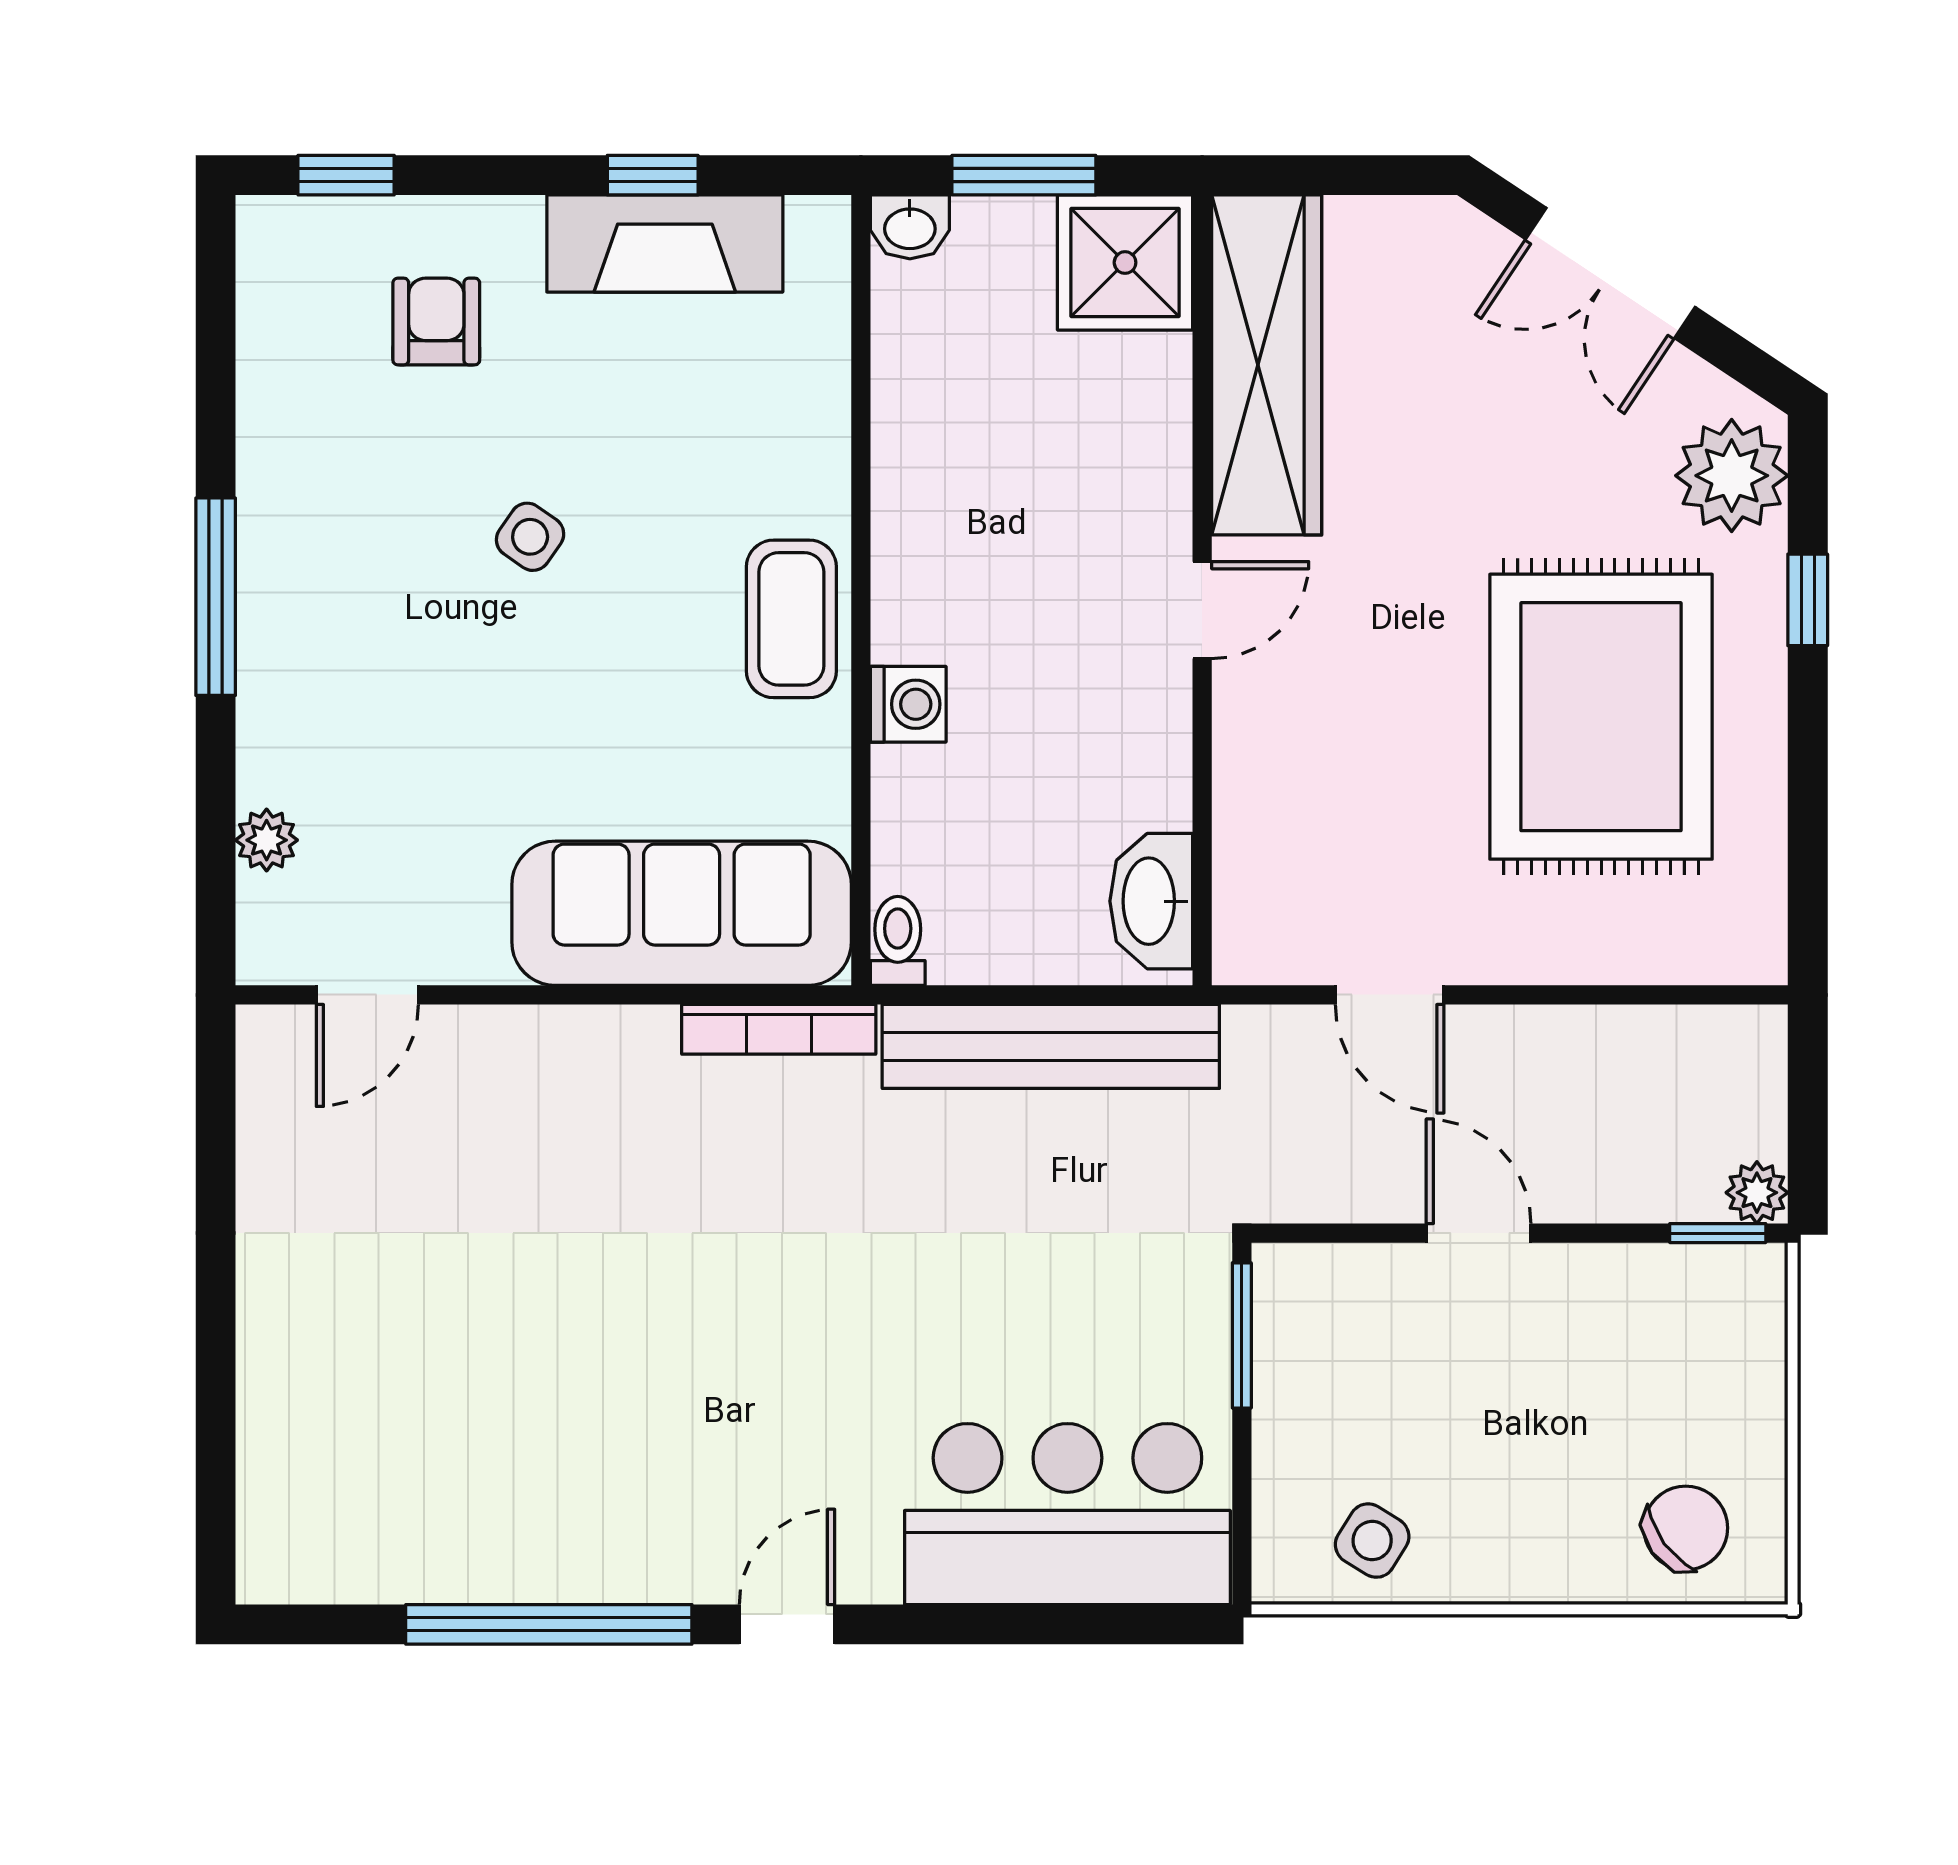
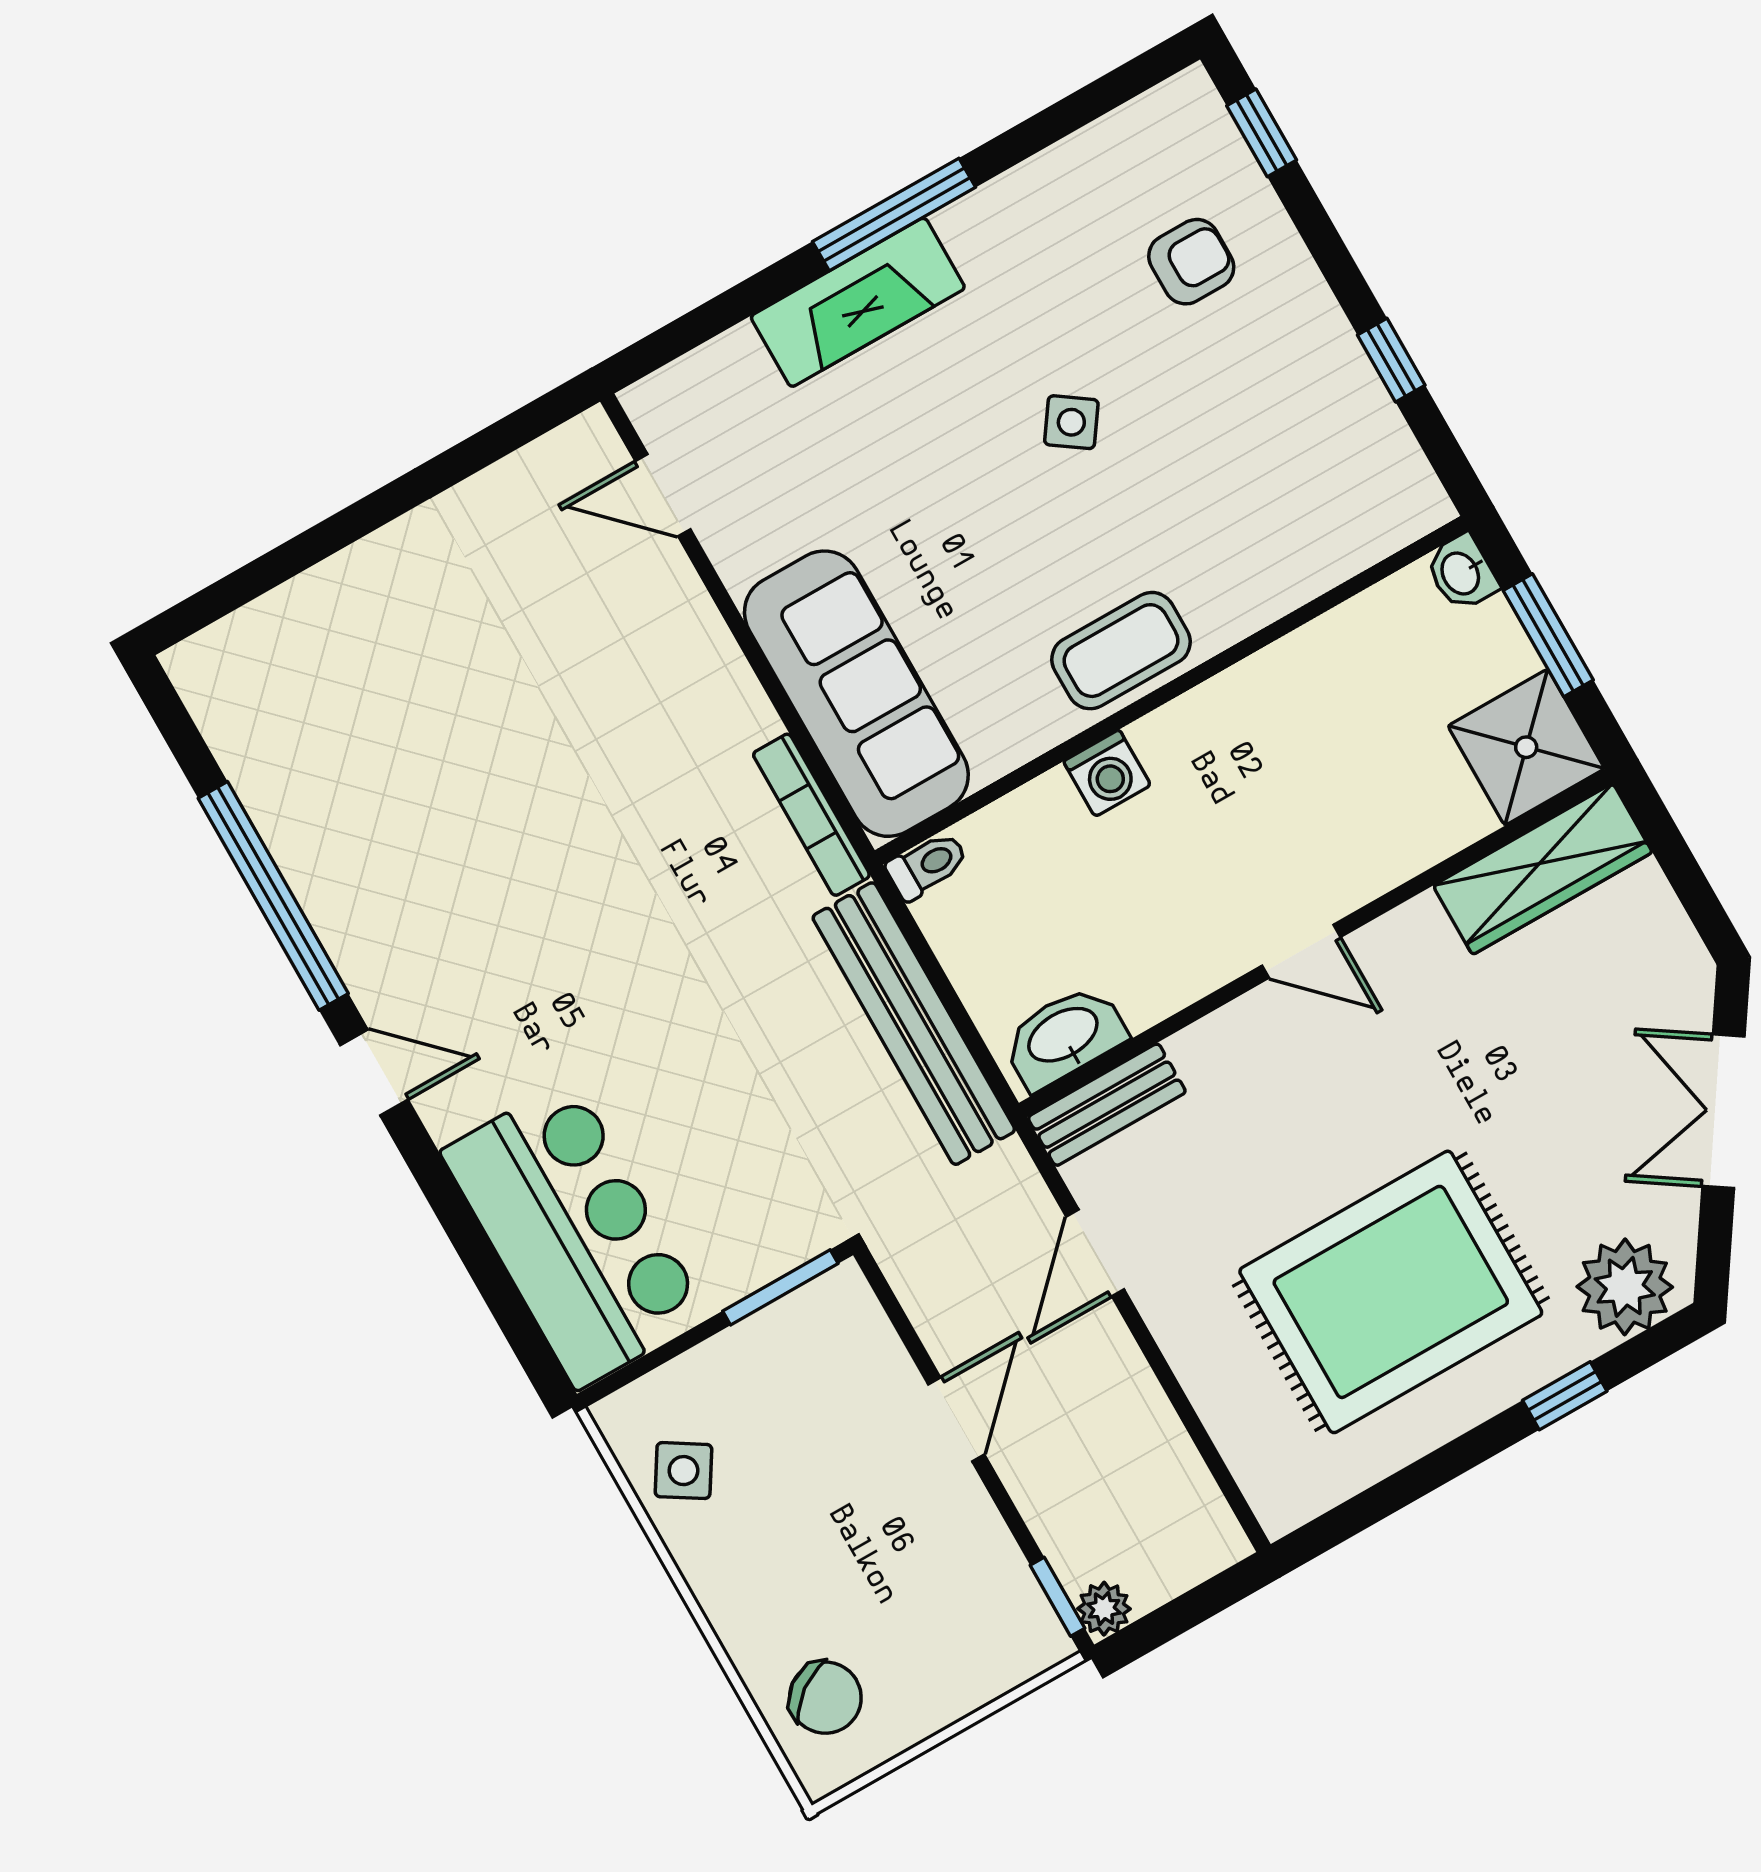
fireplace: (665, 244) -> (858, 302), moved, turned -90
wardrobe: (1267, 365) -> (1543, 869), width x0.71, depth x0.85
plant: (267, 840) -> (735, 355), removed
bench: (1245, 897) -> (1107, 1105), added

